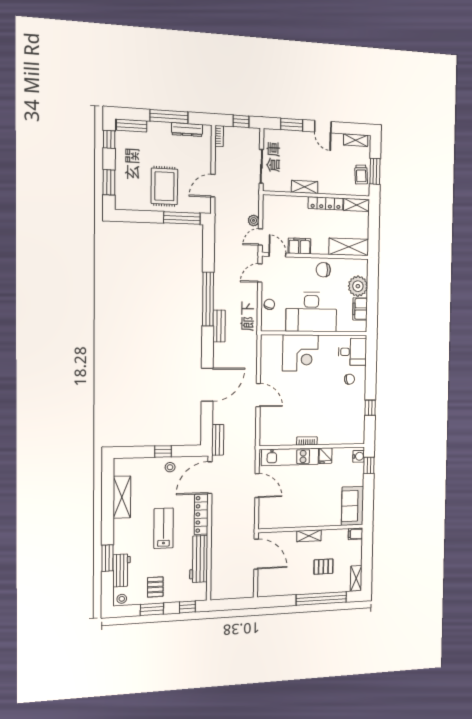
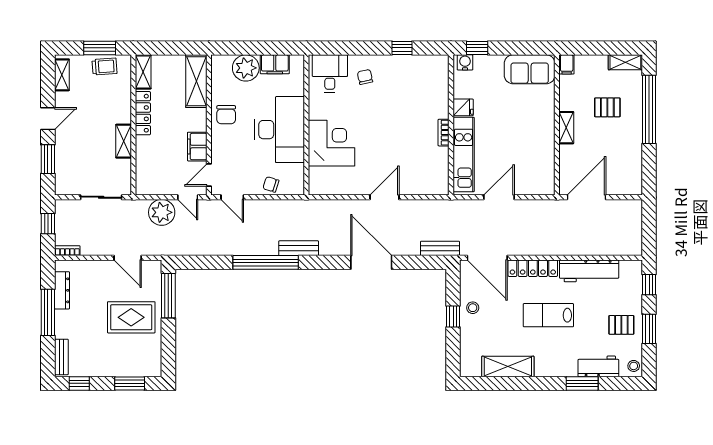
plant: (254, 220) -> (162, 212), width x1.88, depth x1.88
pallet: (323, 567) -> (607, 107), turned 90

